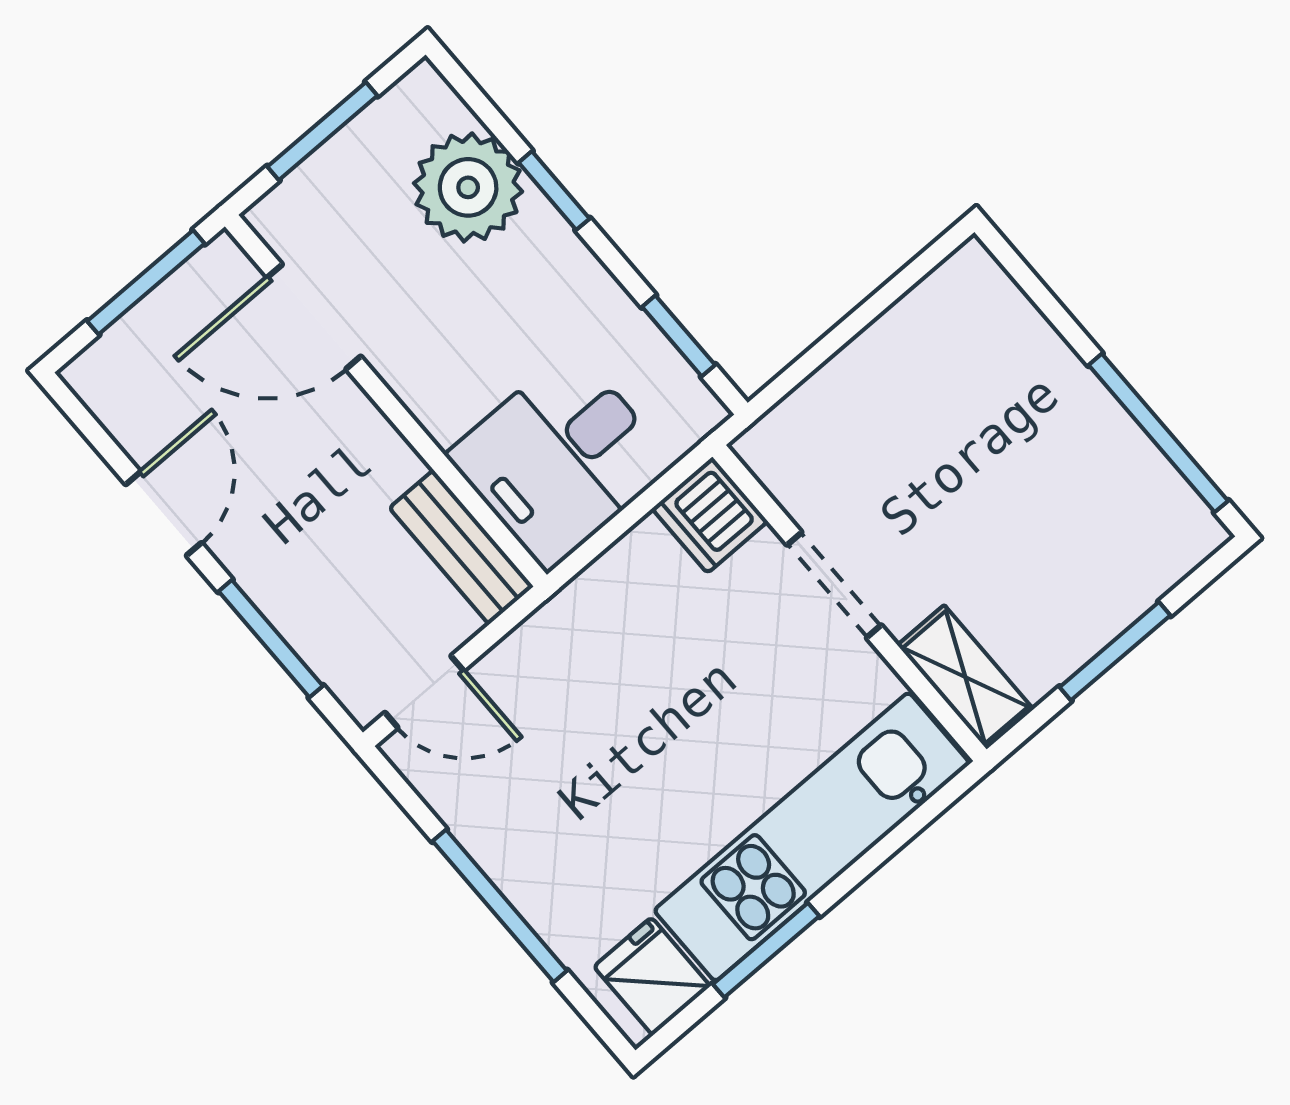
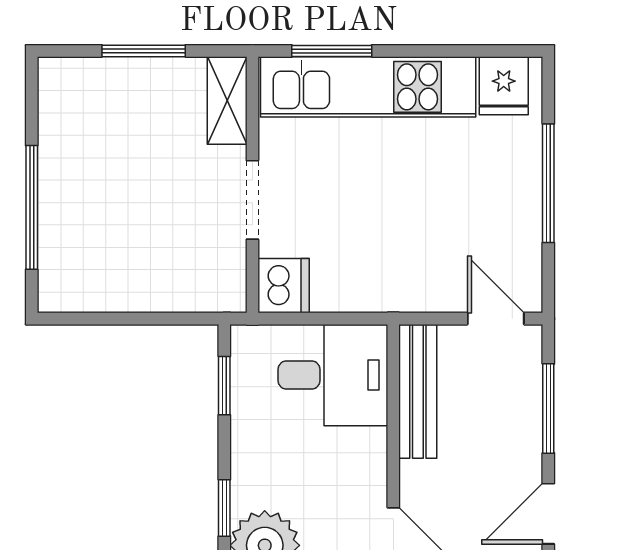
window: (1158, 433) -> (32, 207), moved
bench: (461, 547) -> (418, 391), width x1.36
window: (766, 950) -> (332, 51), moved

